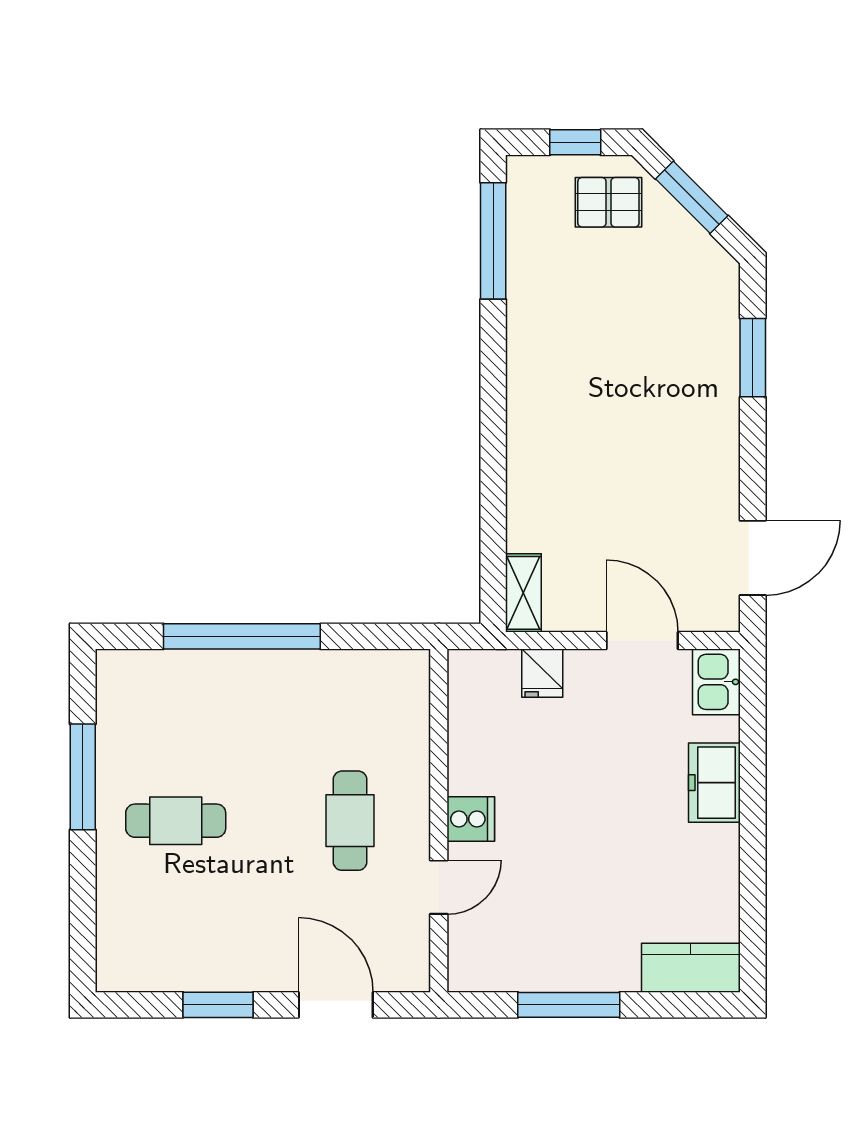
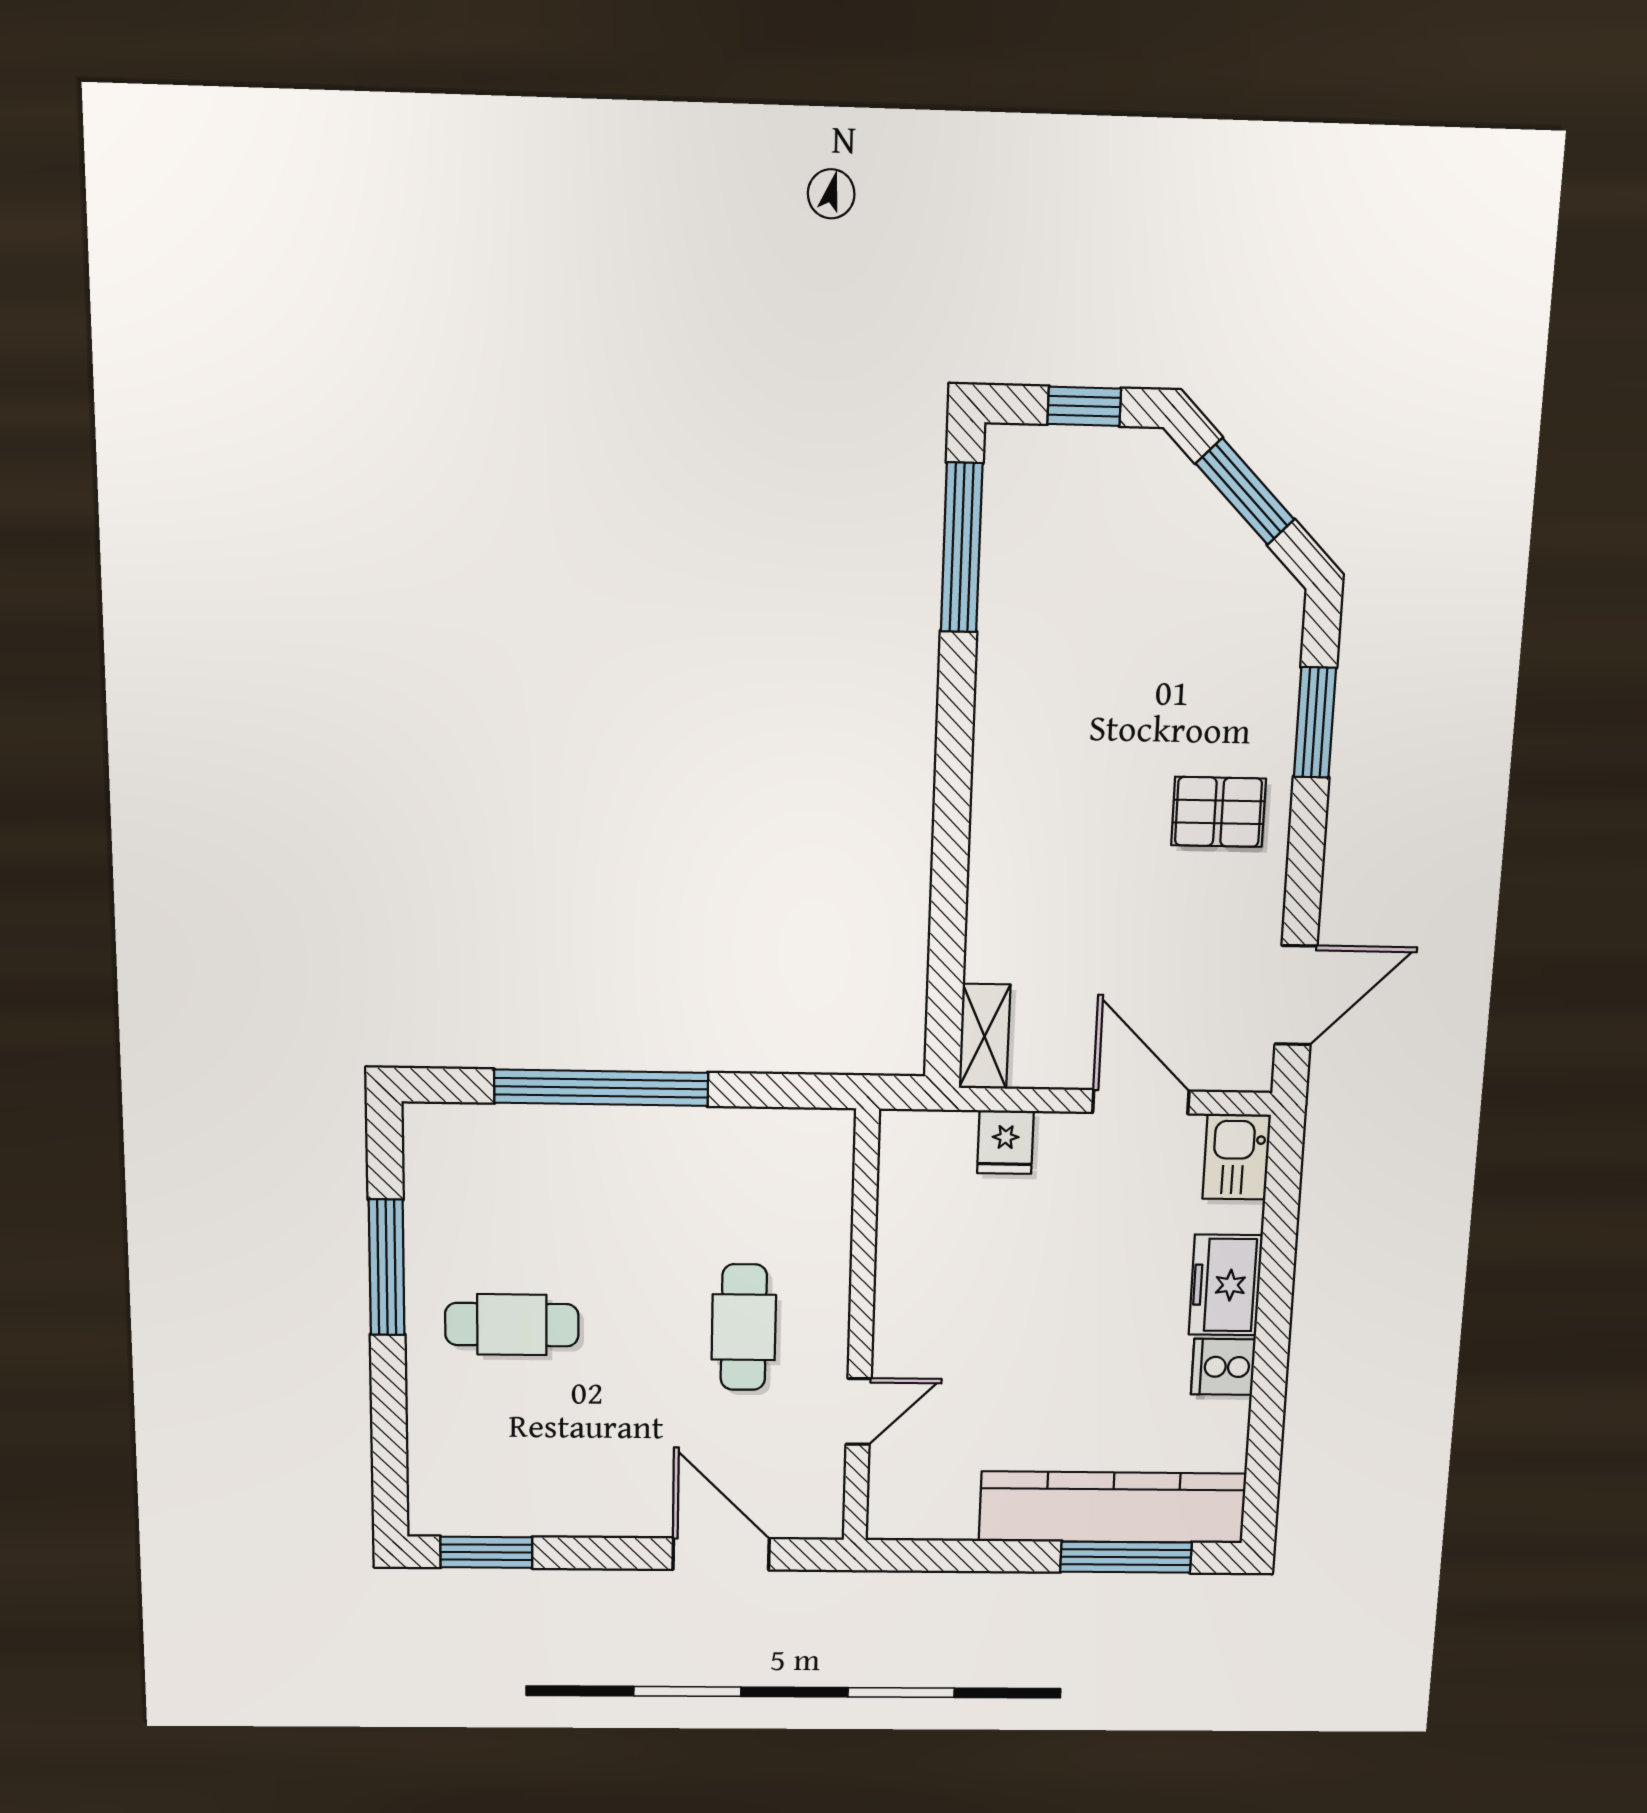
pallet: (608, 202) -> (1218, 812), moved
cooker: (471, 819) -> (1223, 1367), moved, turned 180
kitchen counter: (691, 968) -> (1113, 1507), width x2.08, depth x1.17
window: (218, 1005) -> (486, 1552), moved
window: (569, 1005) -> (1126, 1557), moved

